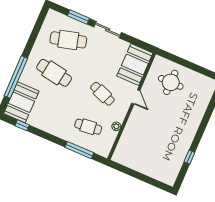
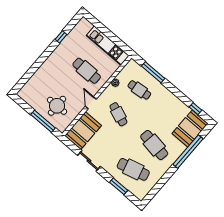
sliding door: (108, 30) -> (89, 161), moved
window: (181, 61) -> (43, 121), added
cafe table: (151, 130) -> (87, 71), added
kitchen unit: (137, 163) -> (108, 46), added

